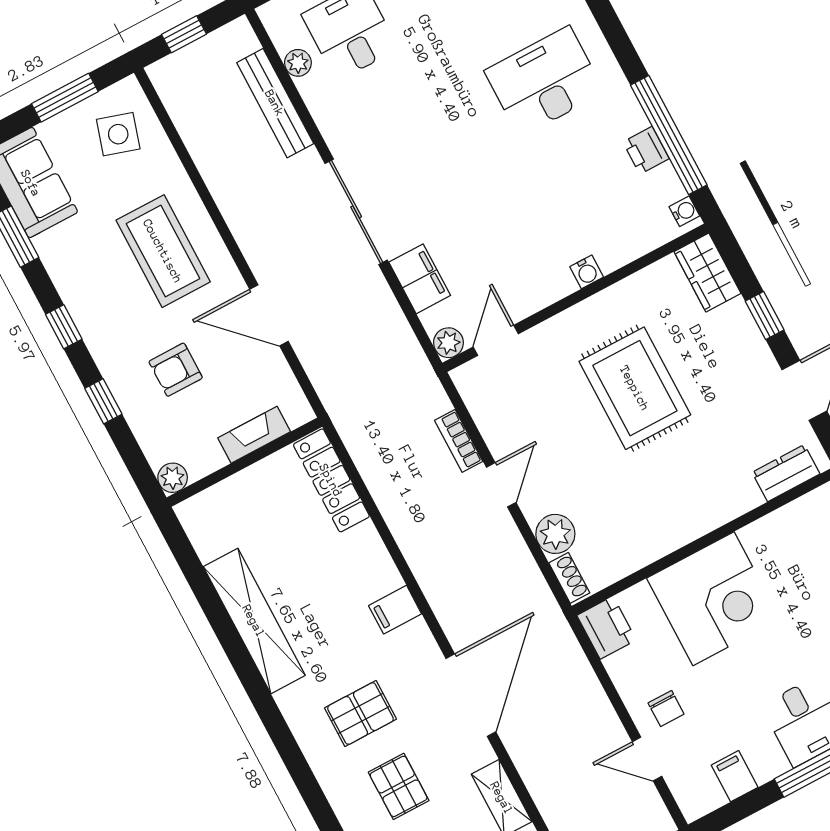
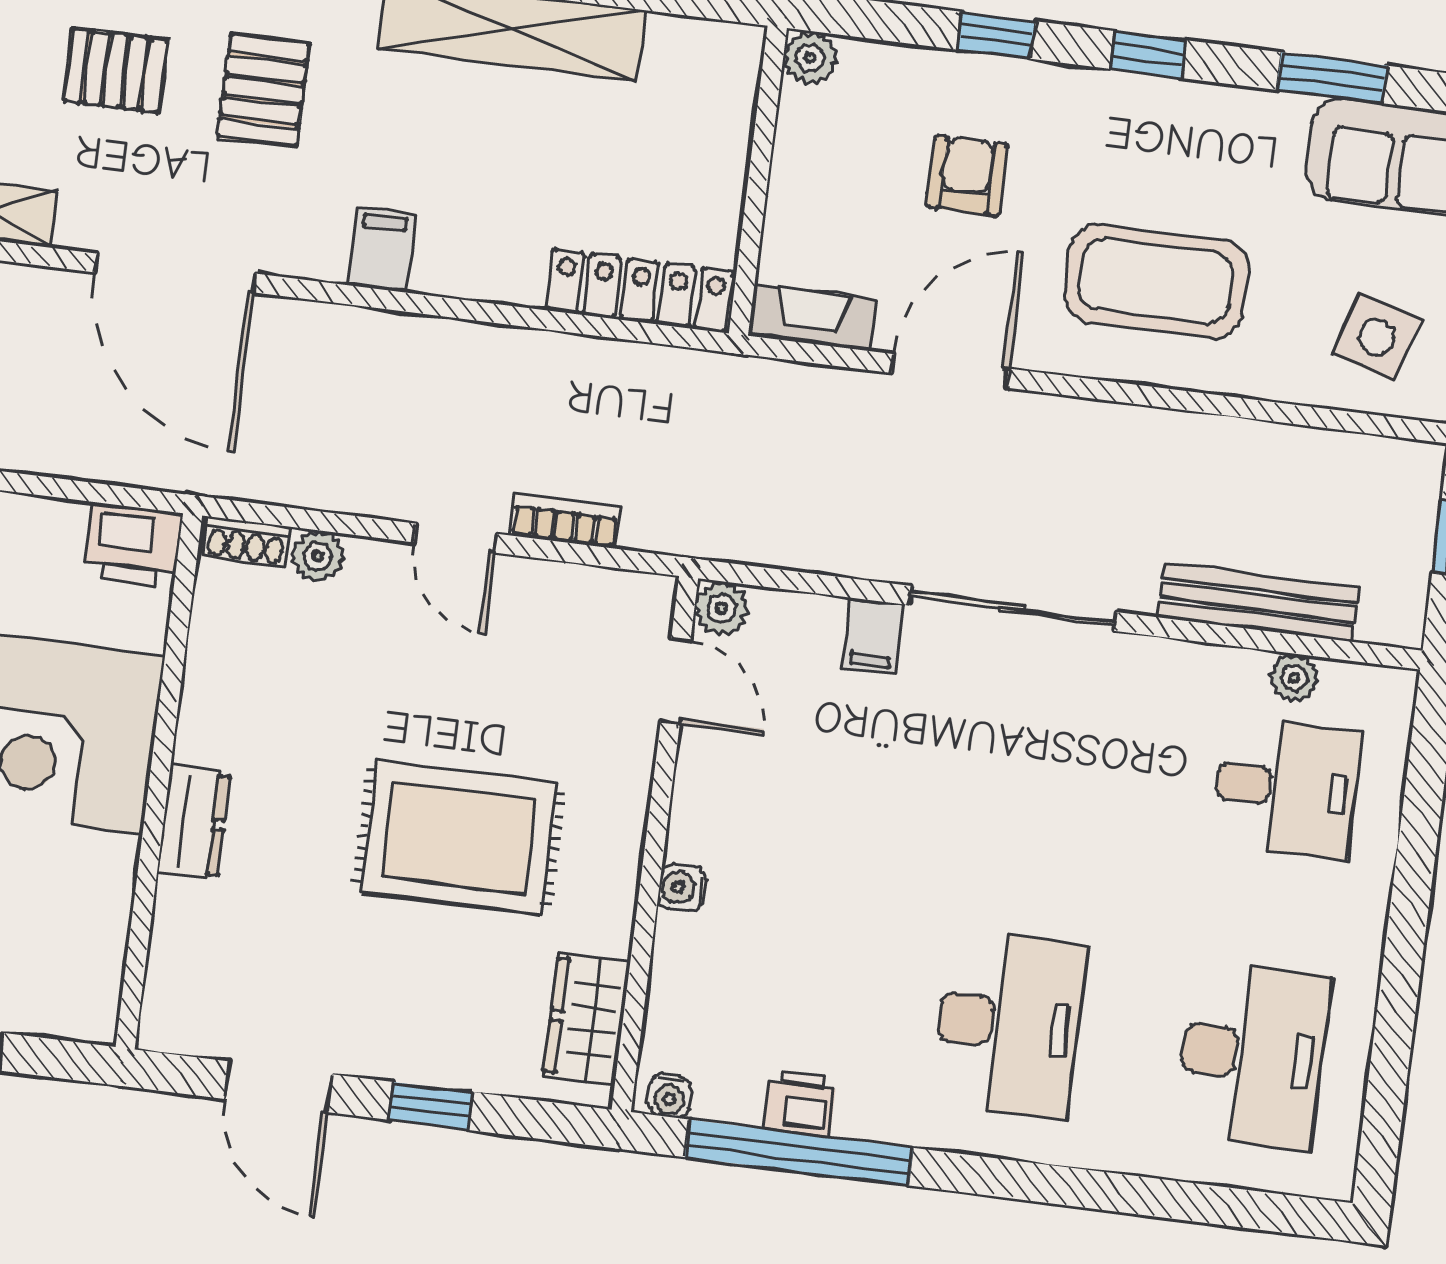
wardrobe: (707, 273) -> (587, 1019), moved, turned -90
filing cabinet: (420, 279) -> (873, 636), width x0.50
fireplace: (254, 435) -> (812, 317), moved, turned -90
dresser: (786, 473) -> (194, 822), moved
plant: (555, 534) -> (318, 556), width x0.73, depth x0.73

